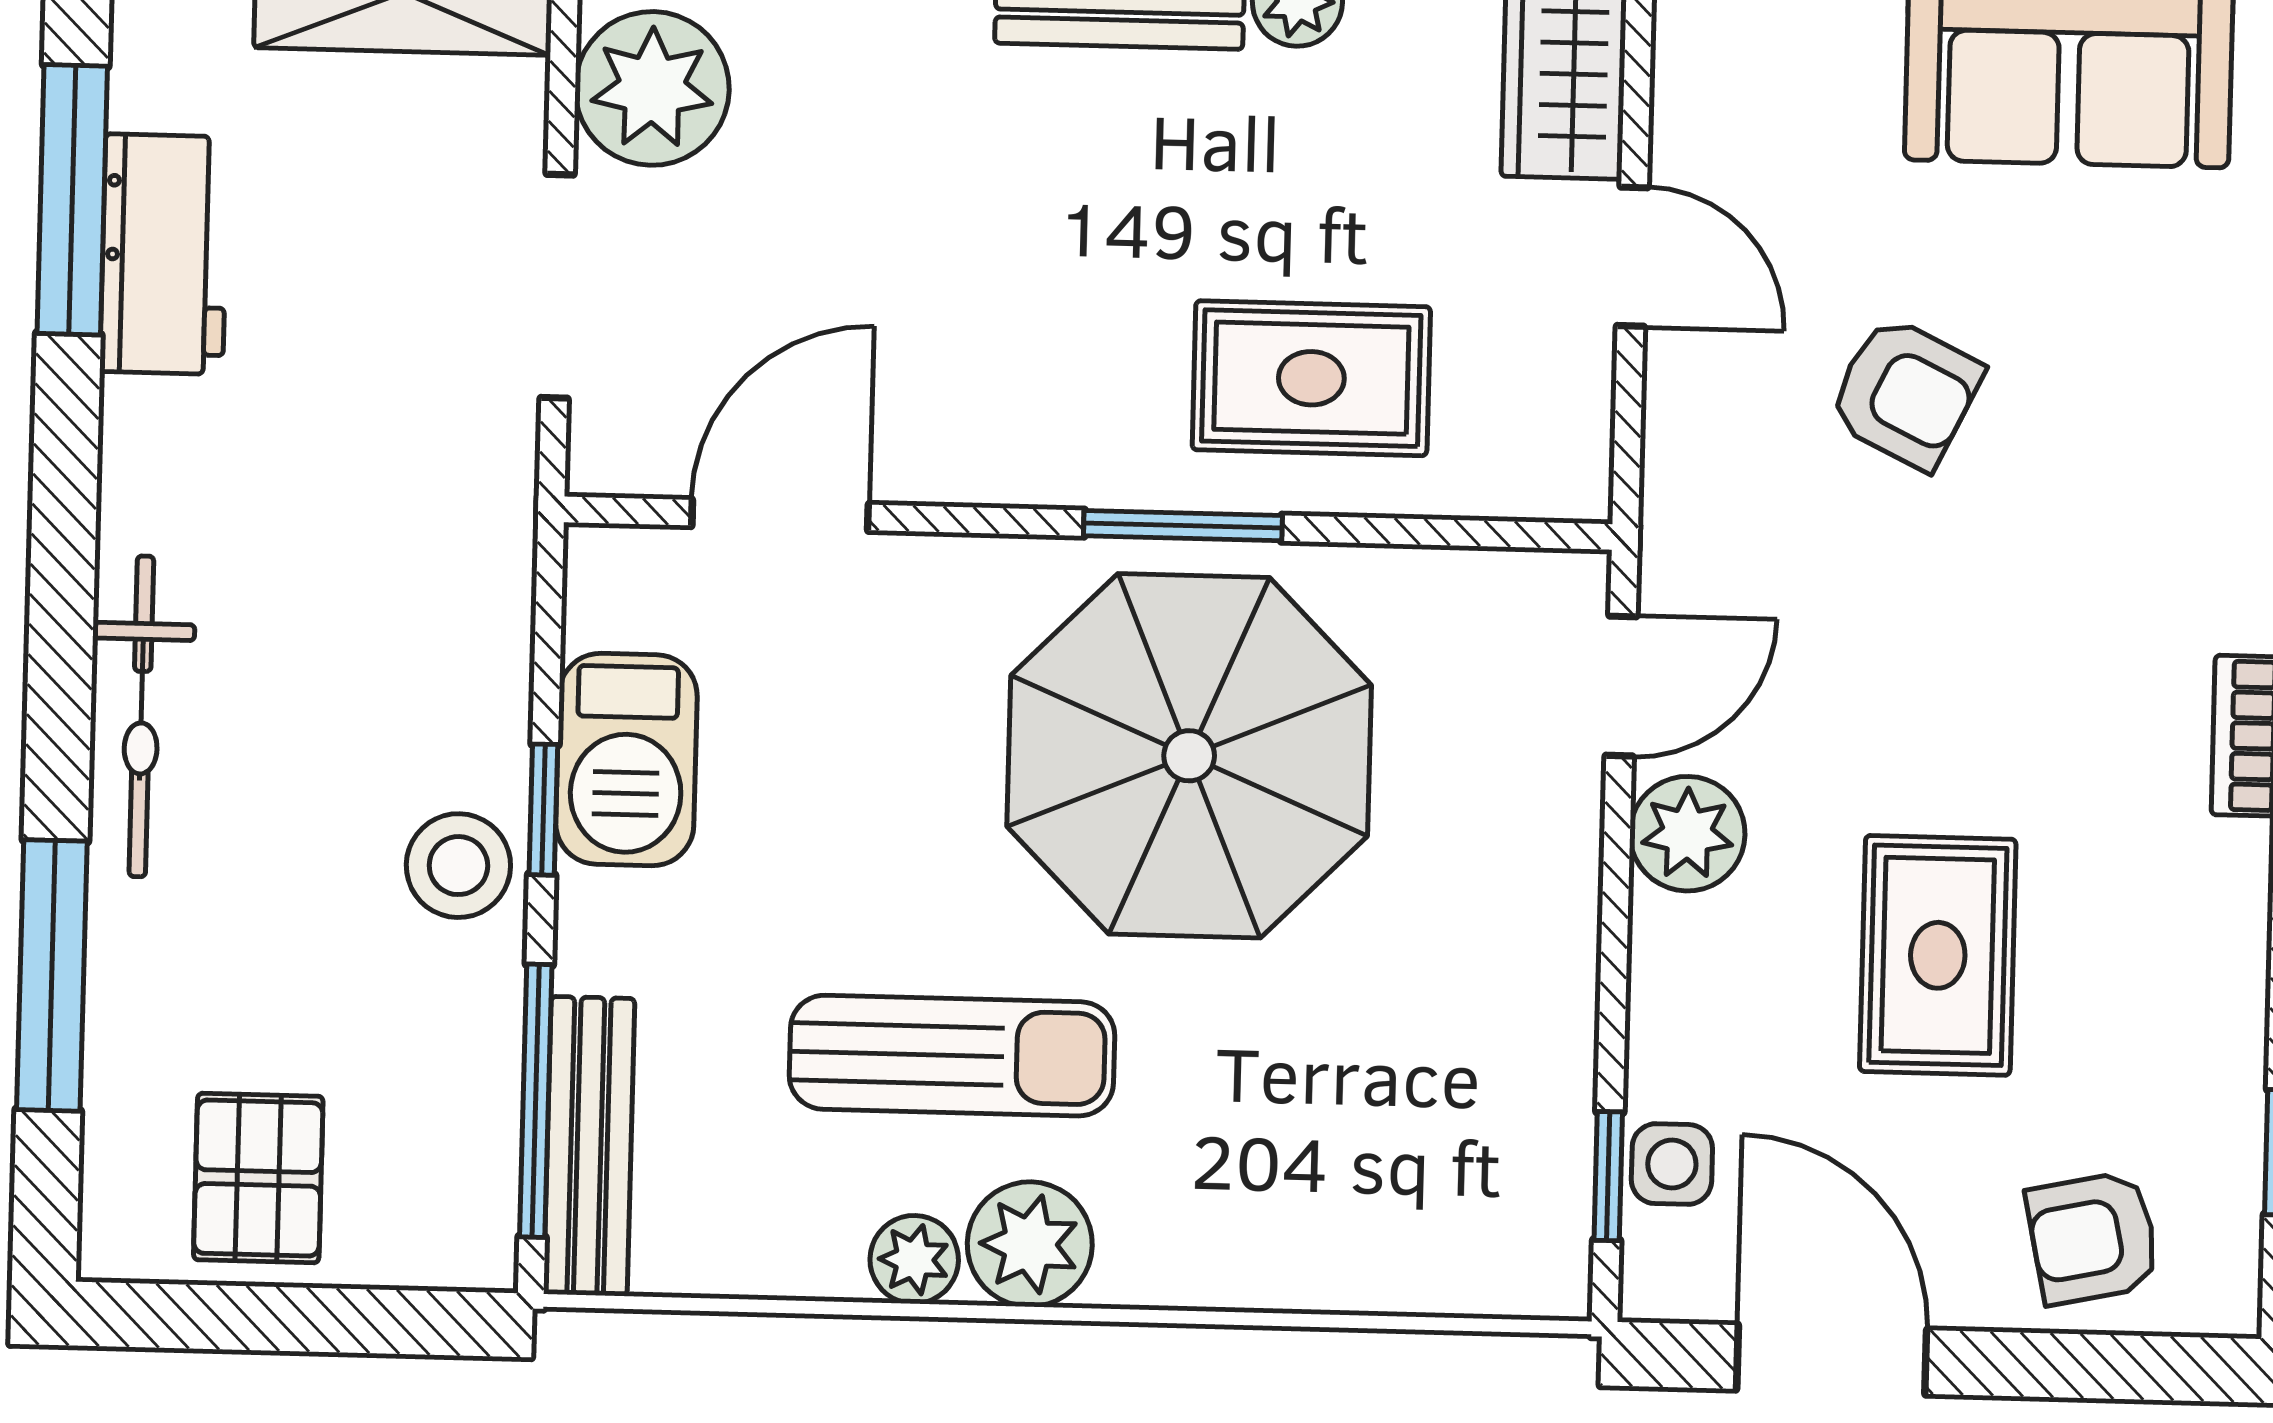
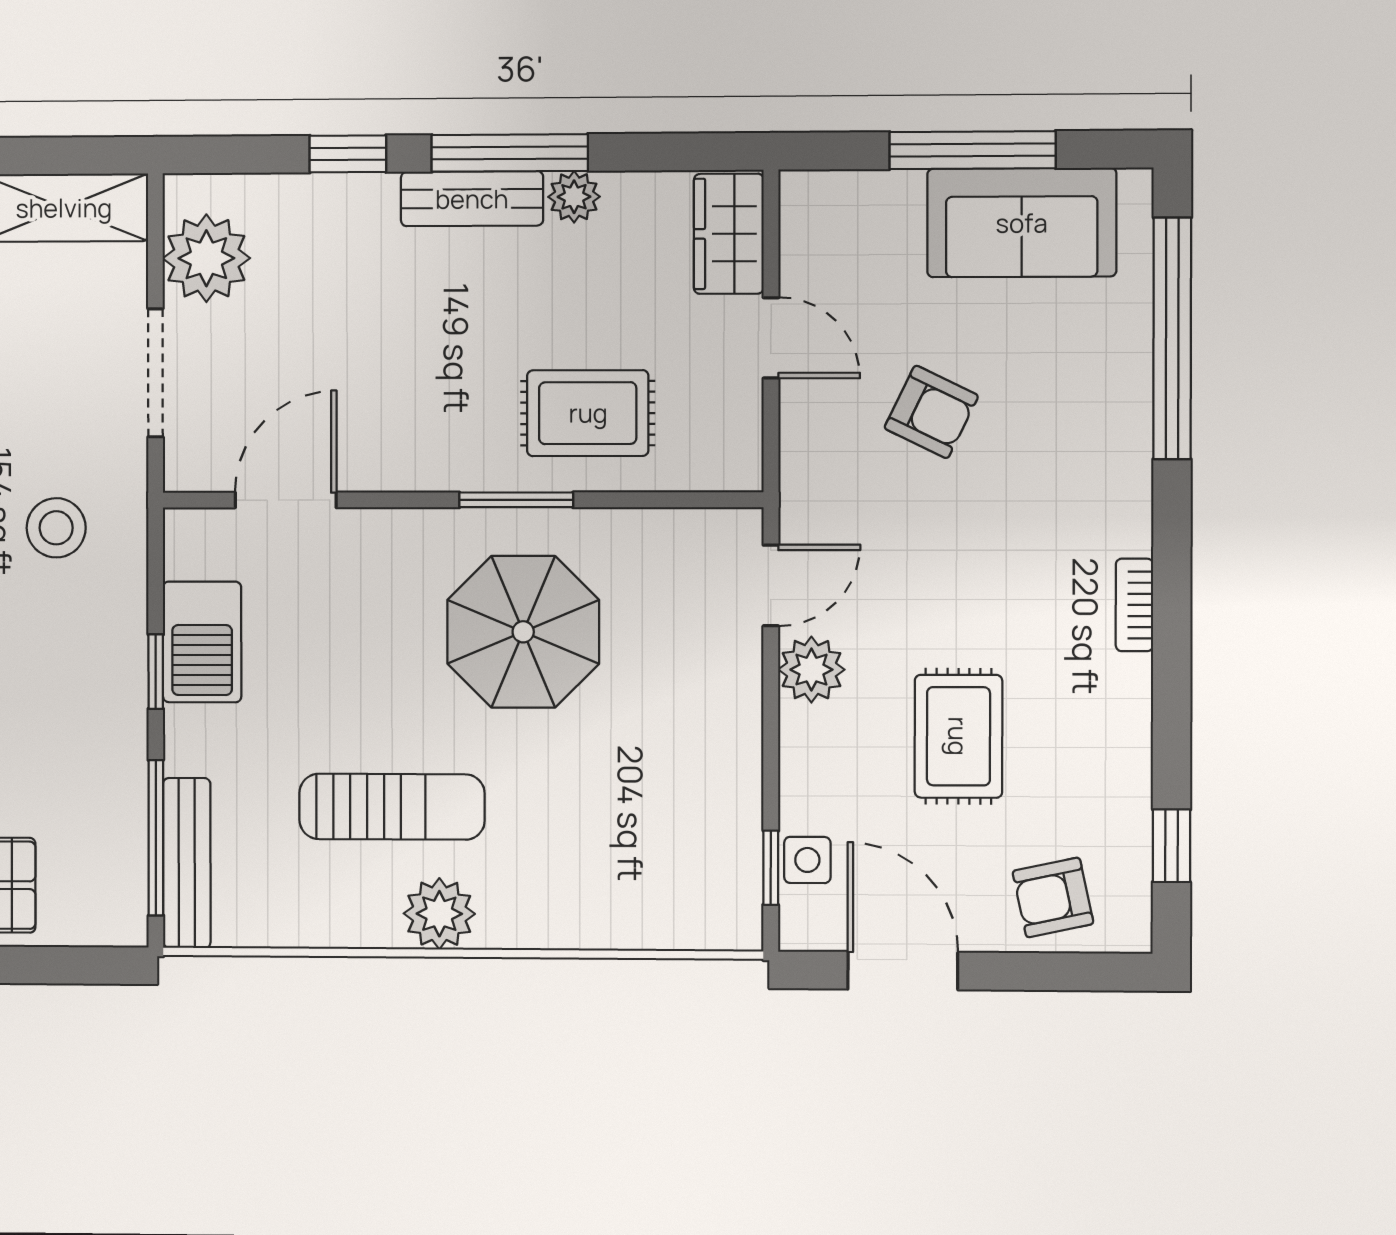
parasol: (1189, 756) -> (523, 632), width x0.73, depth x0.73
stool: (458, 866) -> (56, 528), moved
plant: (914, 1259) -> (373, 924), removed

